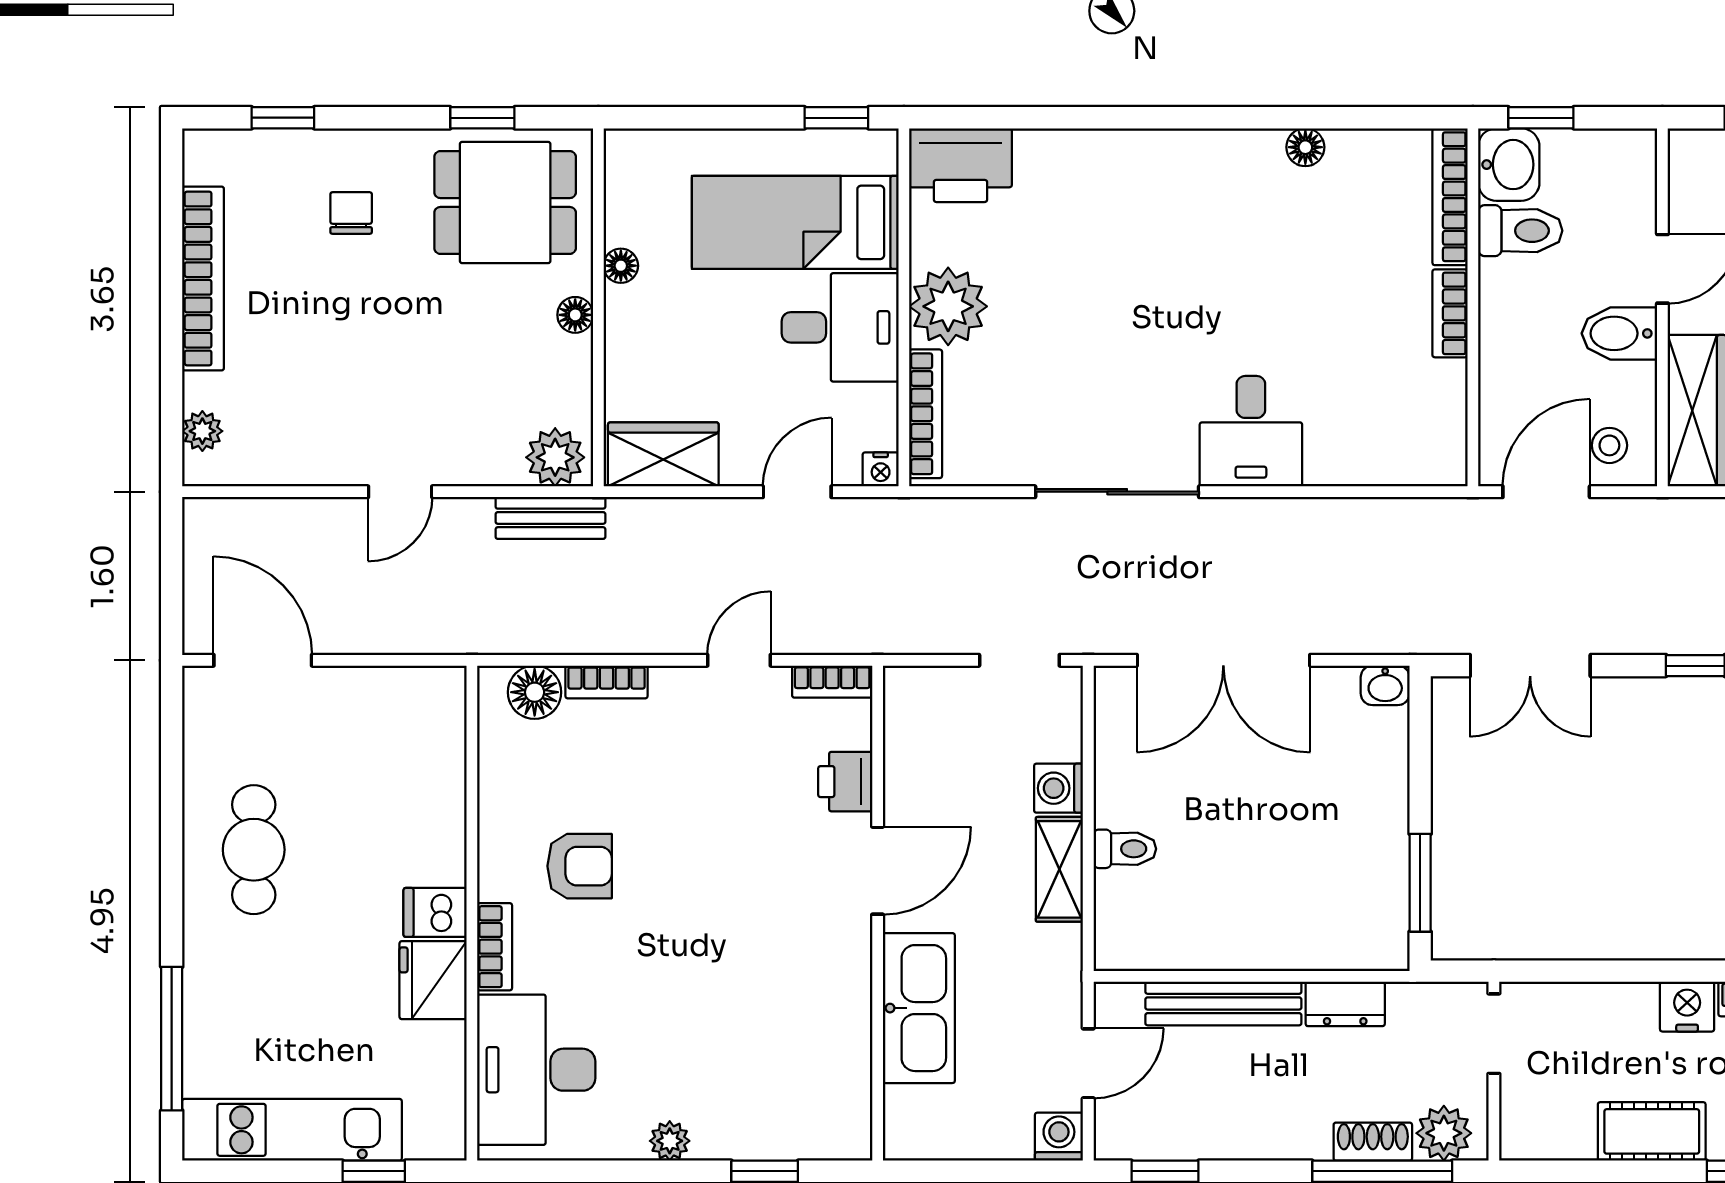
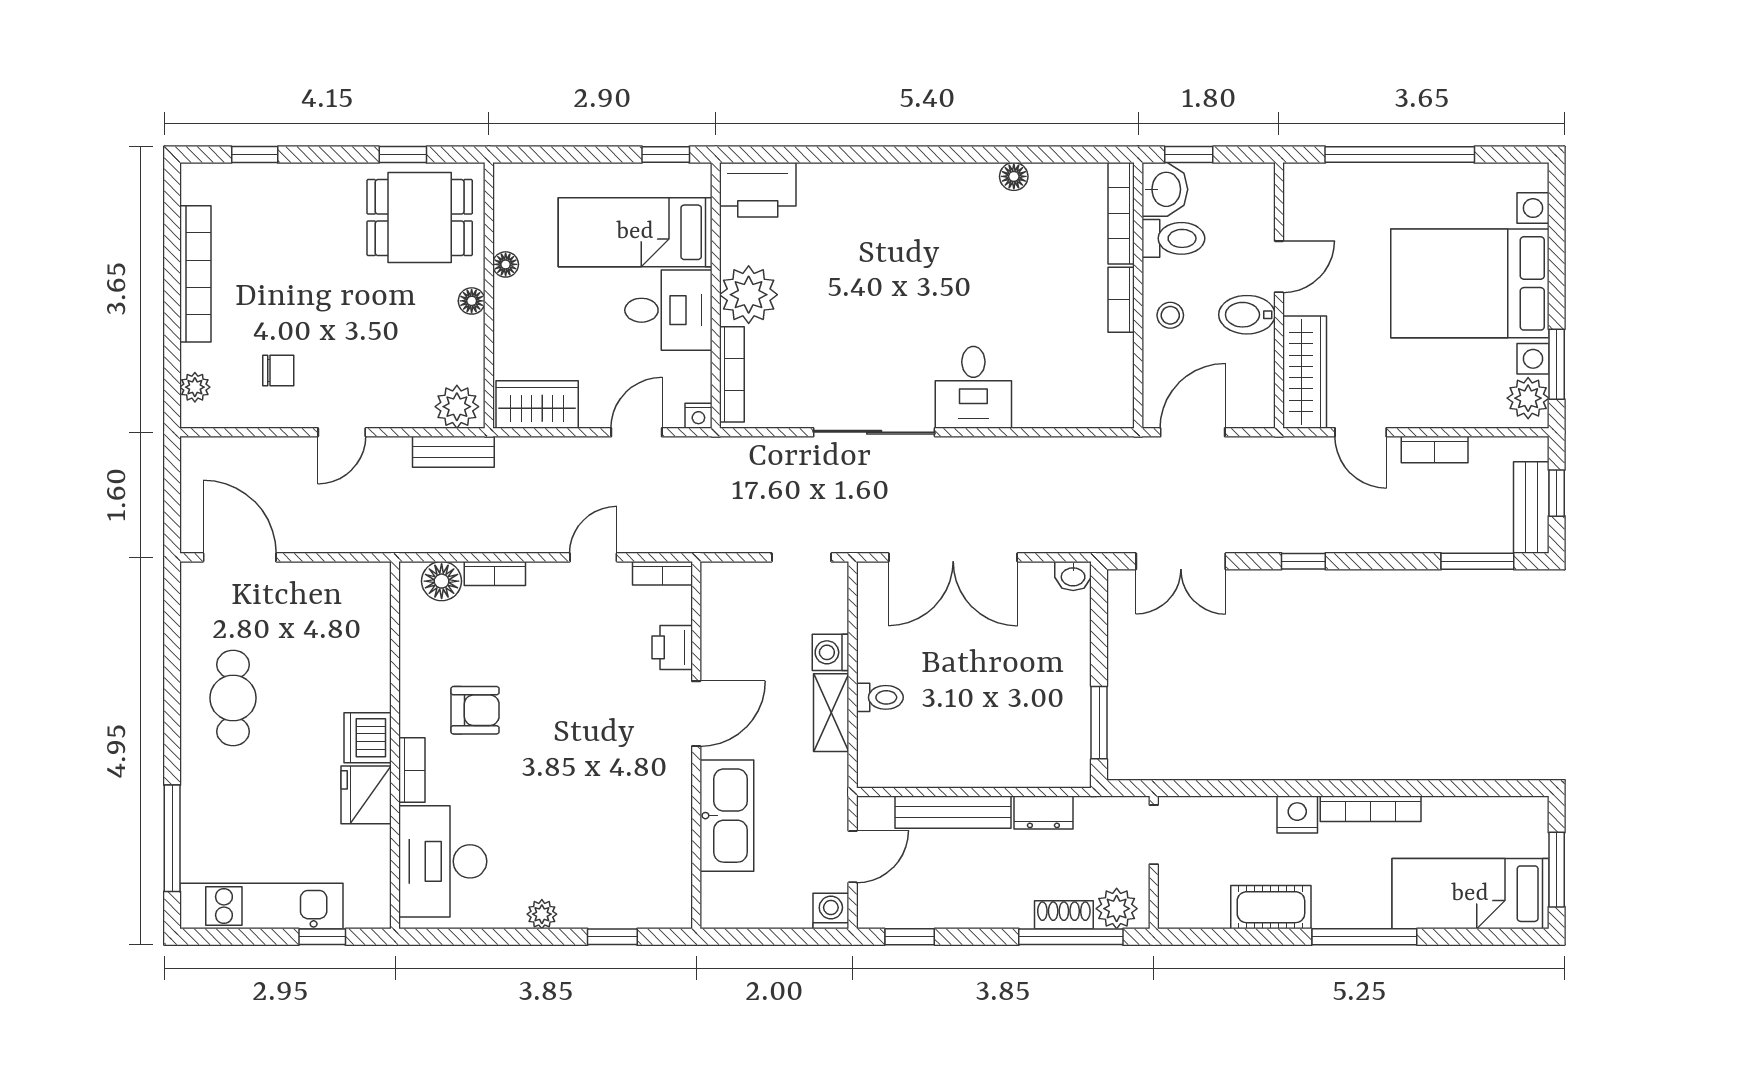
chair: (351, 213) -> (278, 371), moved, turned 90
stool: (1609, 445) -> (1170, 315), moved
dishwasher: (435, 912) -> (368, 738), width x1.38

